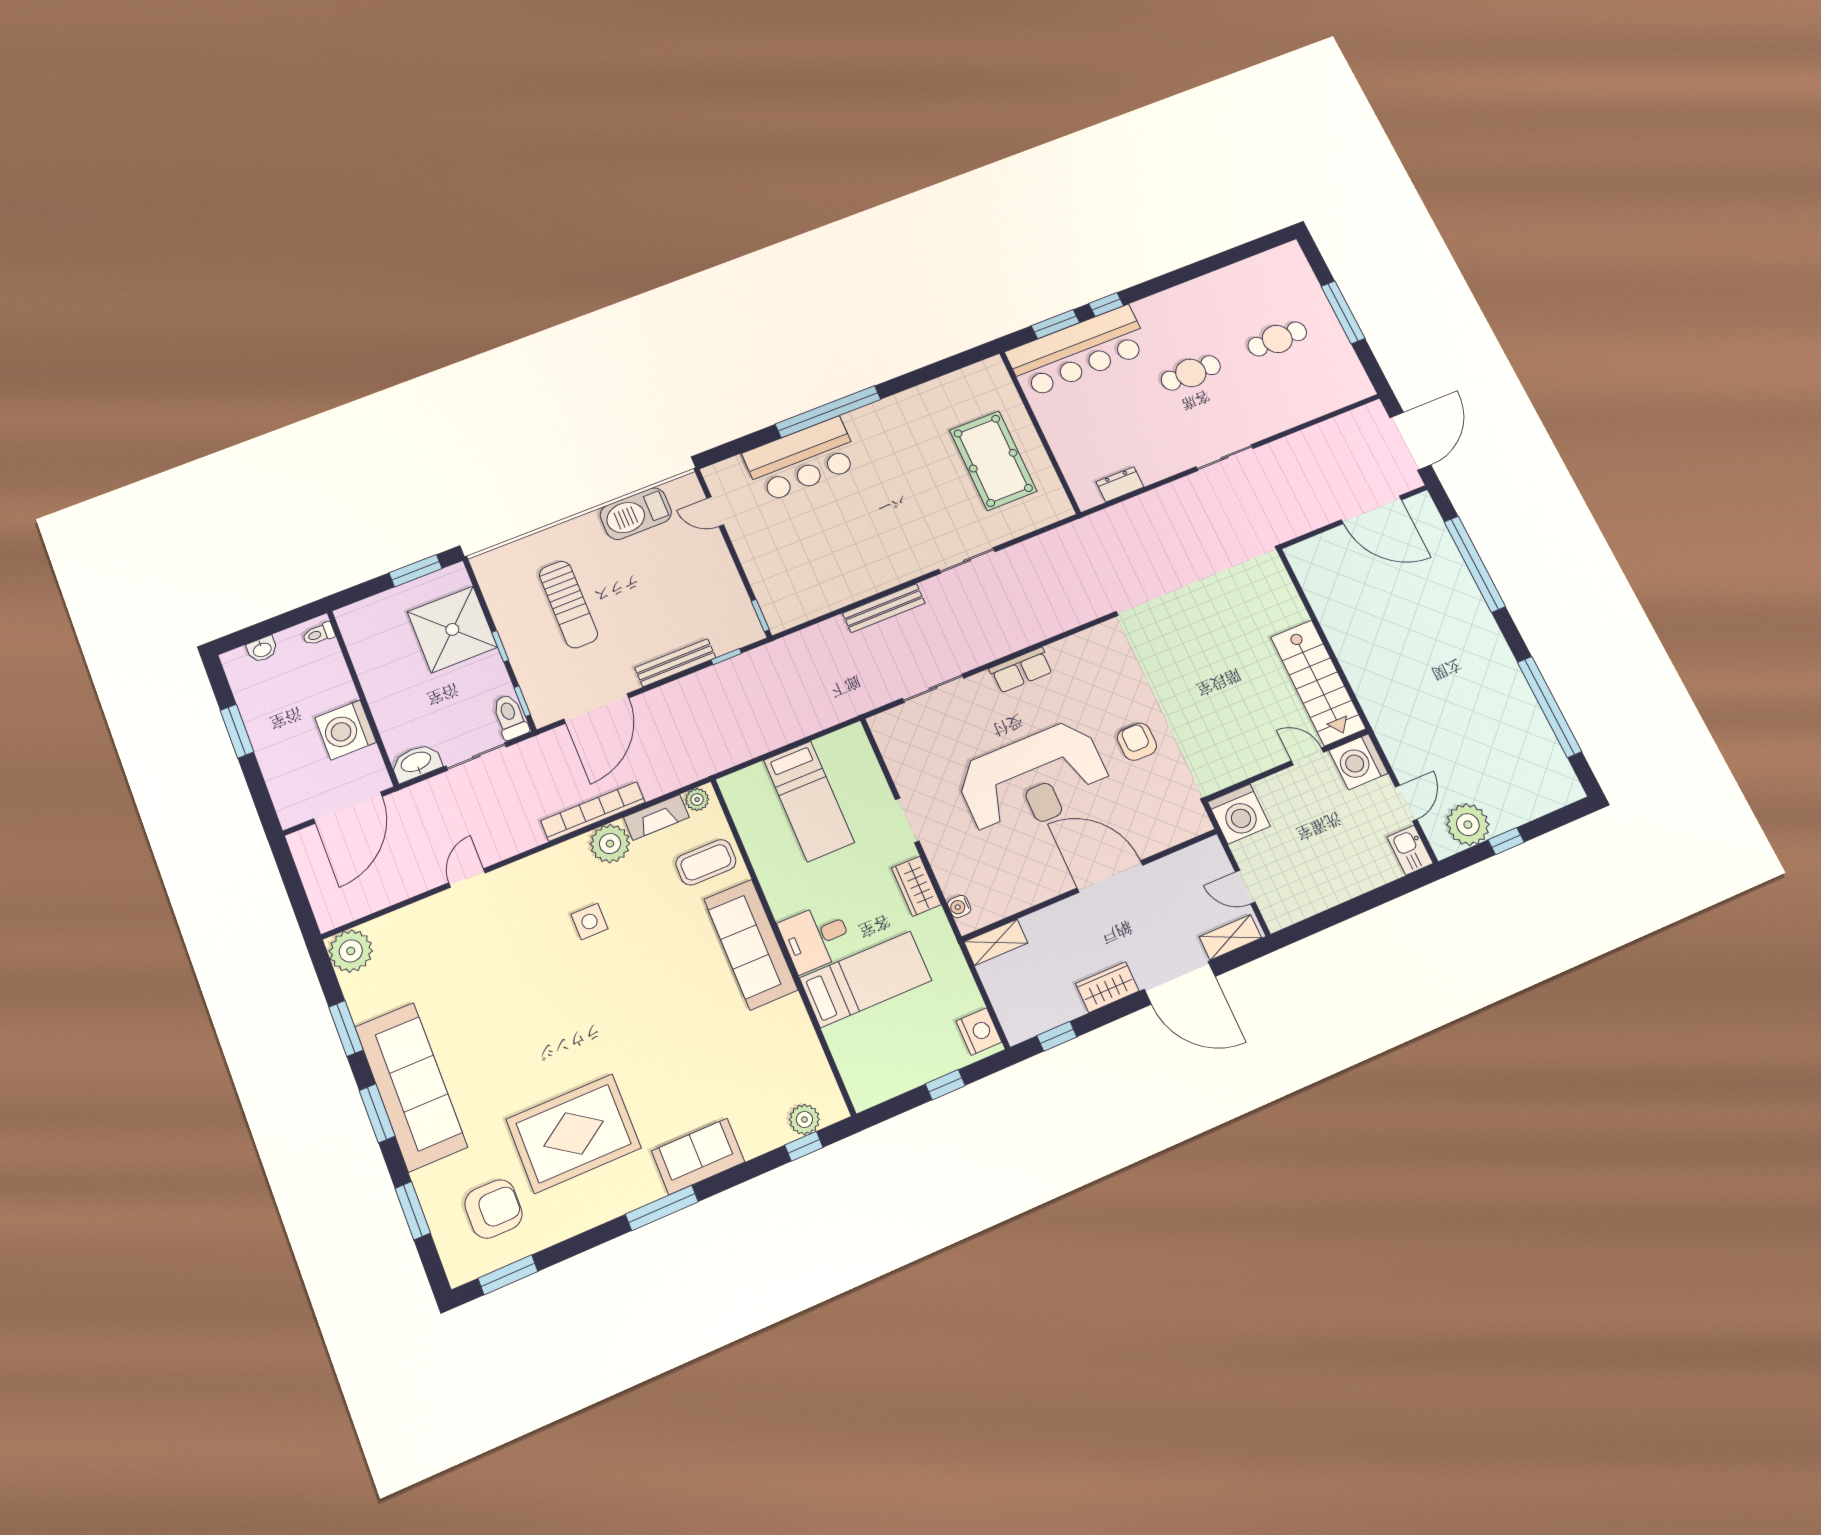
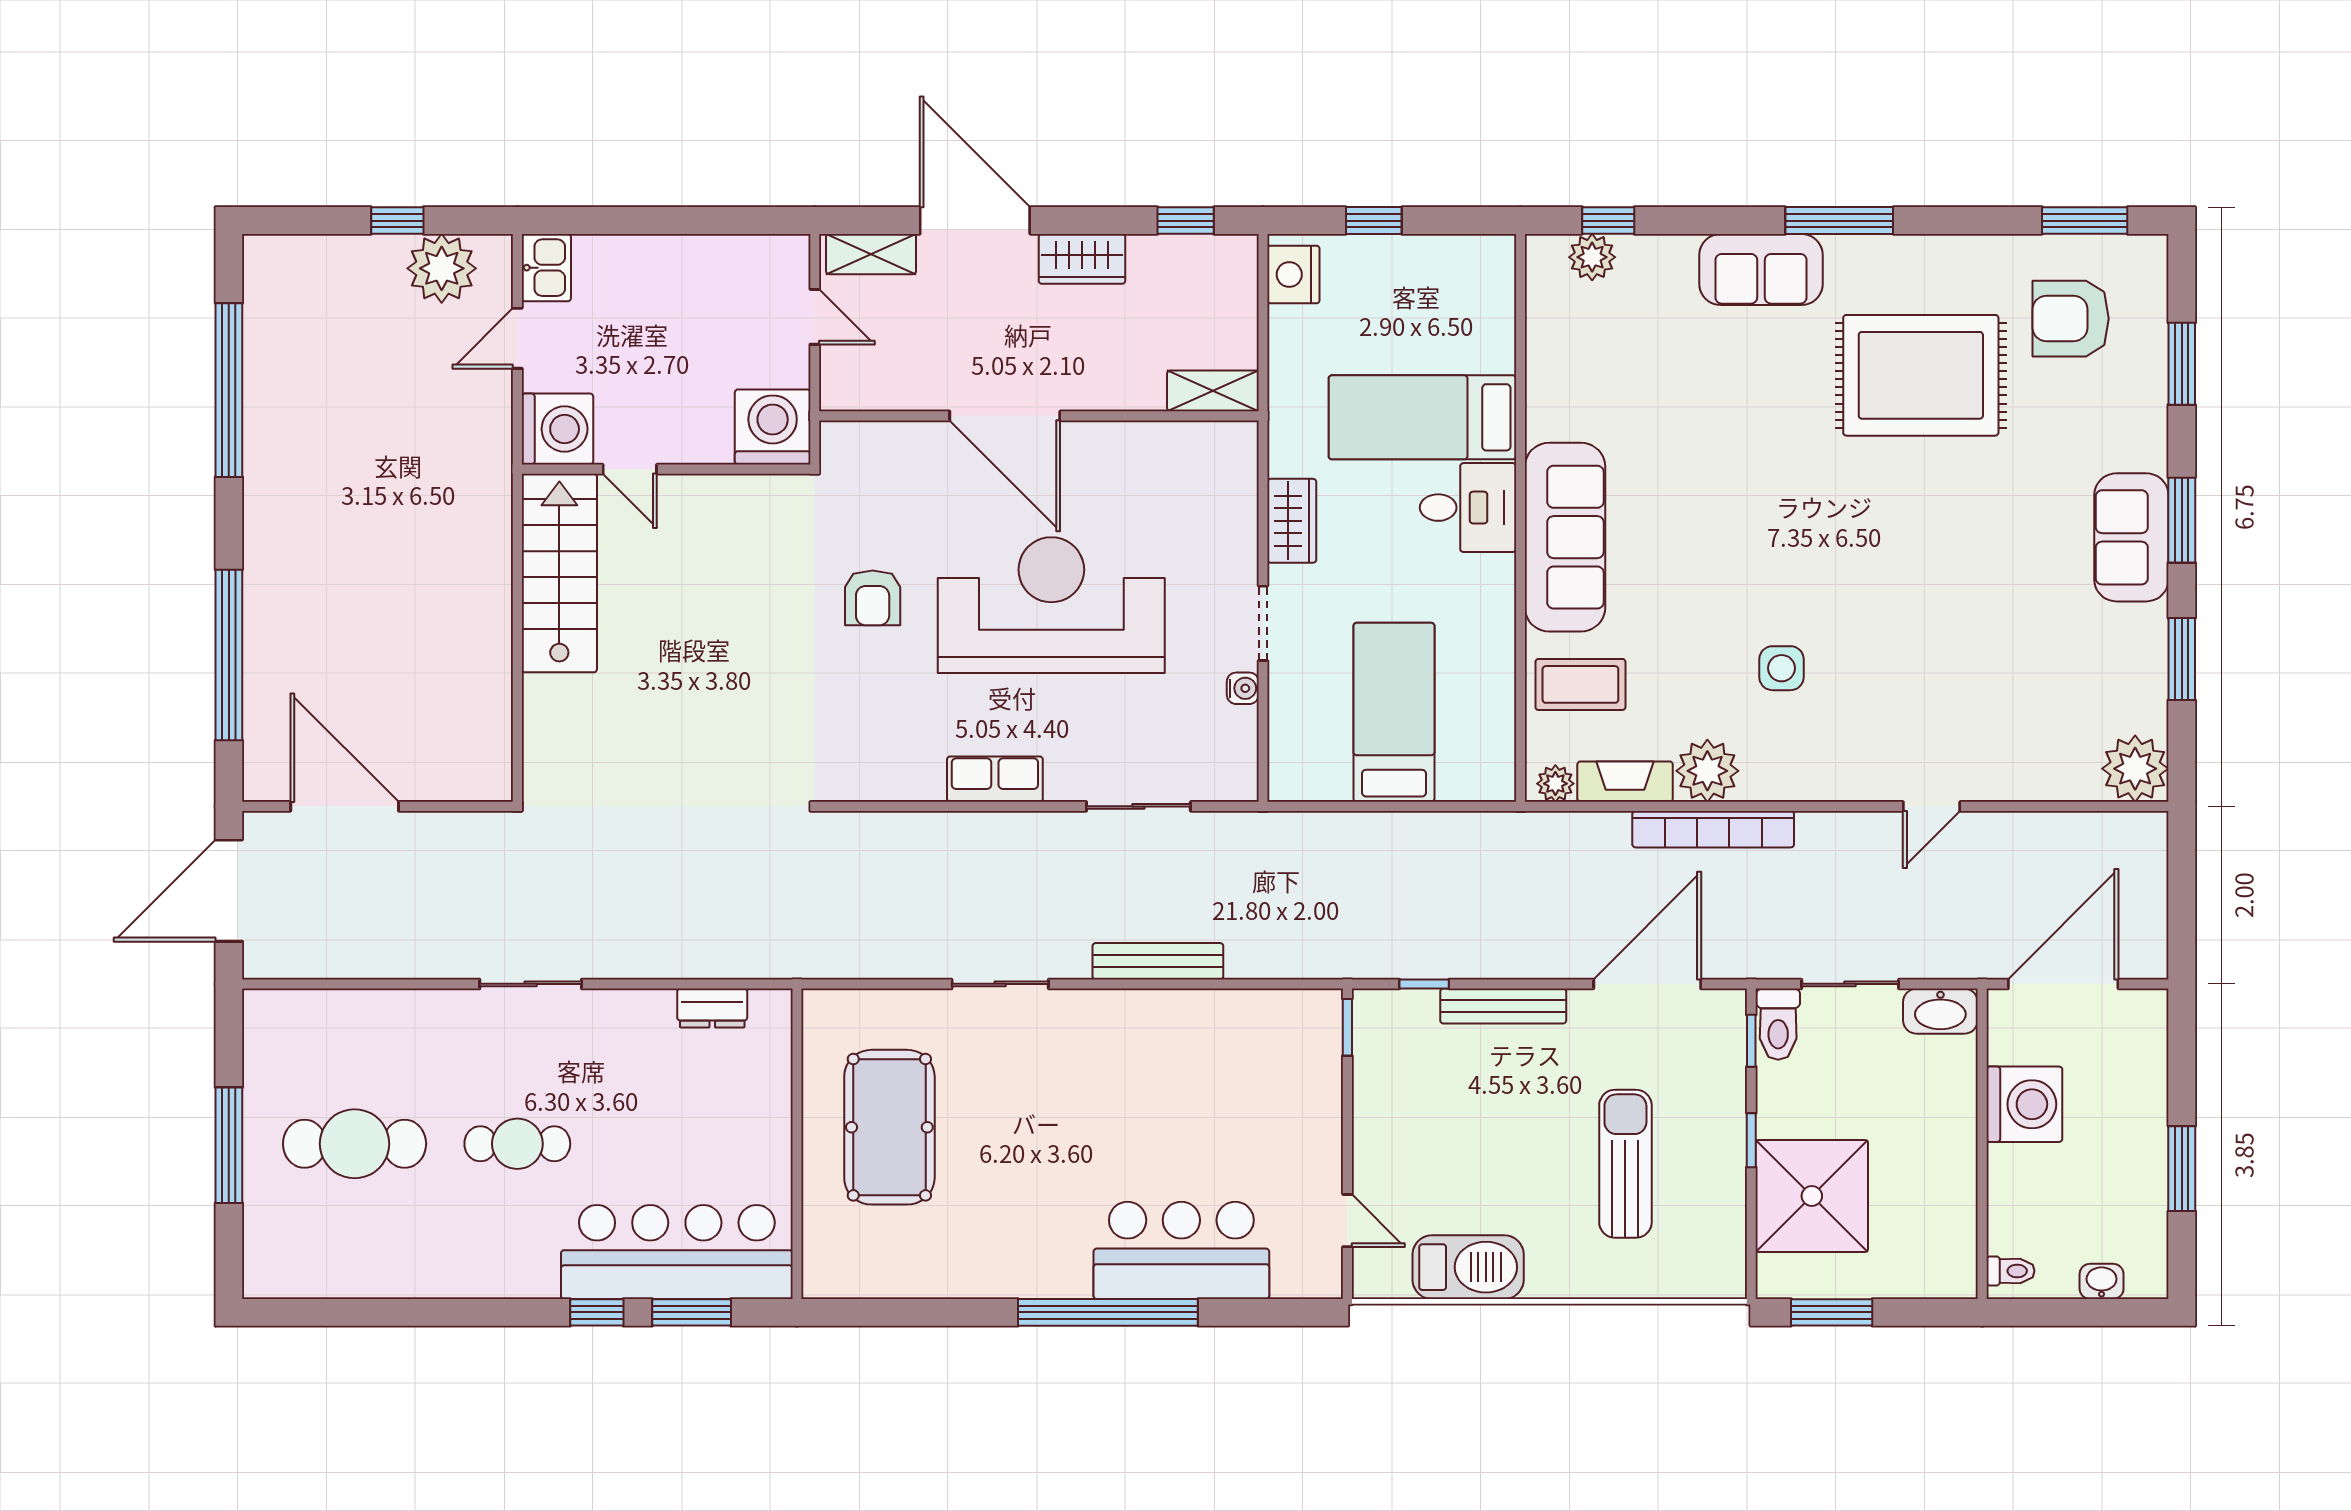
cafe table: (1277, 339) -> (355, 1144), width x1.37, depth x1.35
water cooler: (959, 907) -> (1243, 688), moved
sofa: (411, 1087) -> (2131, 537), width x0.54, depth x0.79

